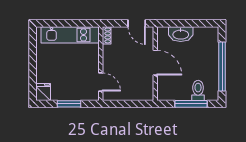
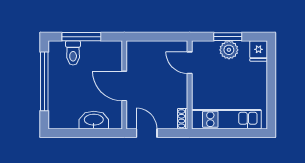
plant: (68, 93) -> (229, 50), added

